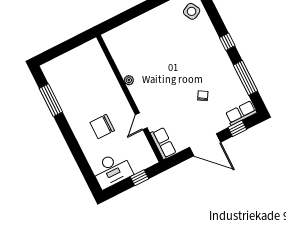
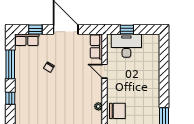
door: (141, 121) -> (105, 71), swing flipped
chair: (102, 127) -> (117, 111), moved
desk: (112, 170) -> (126, 46), moved

